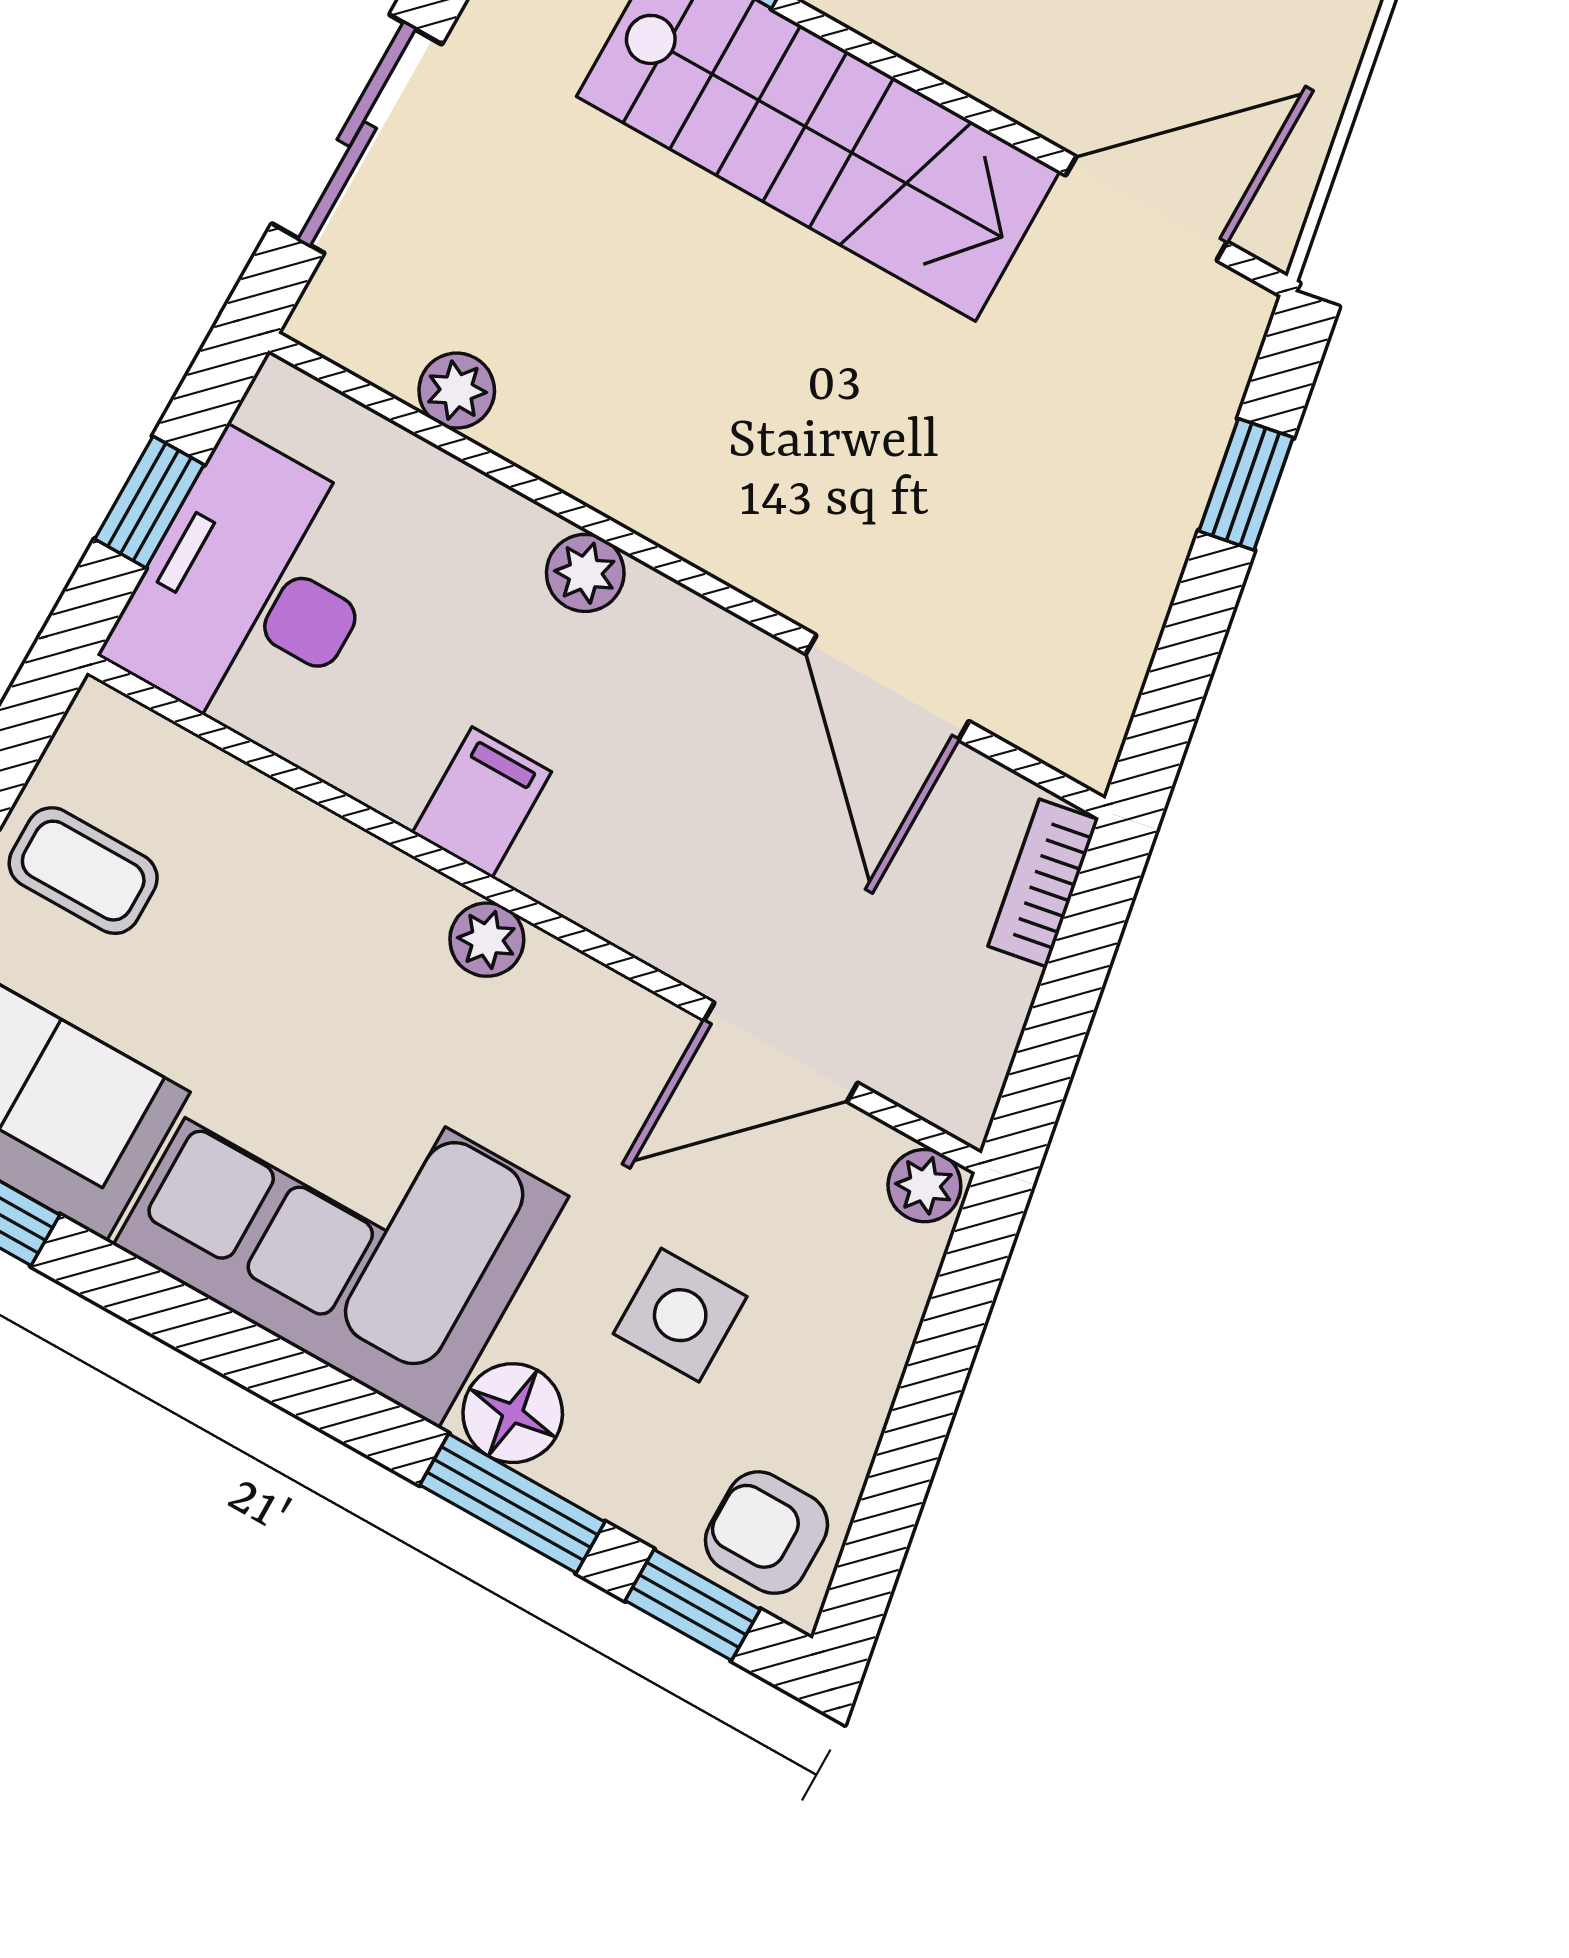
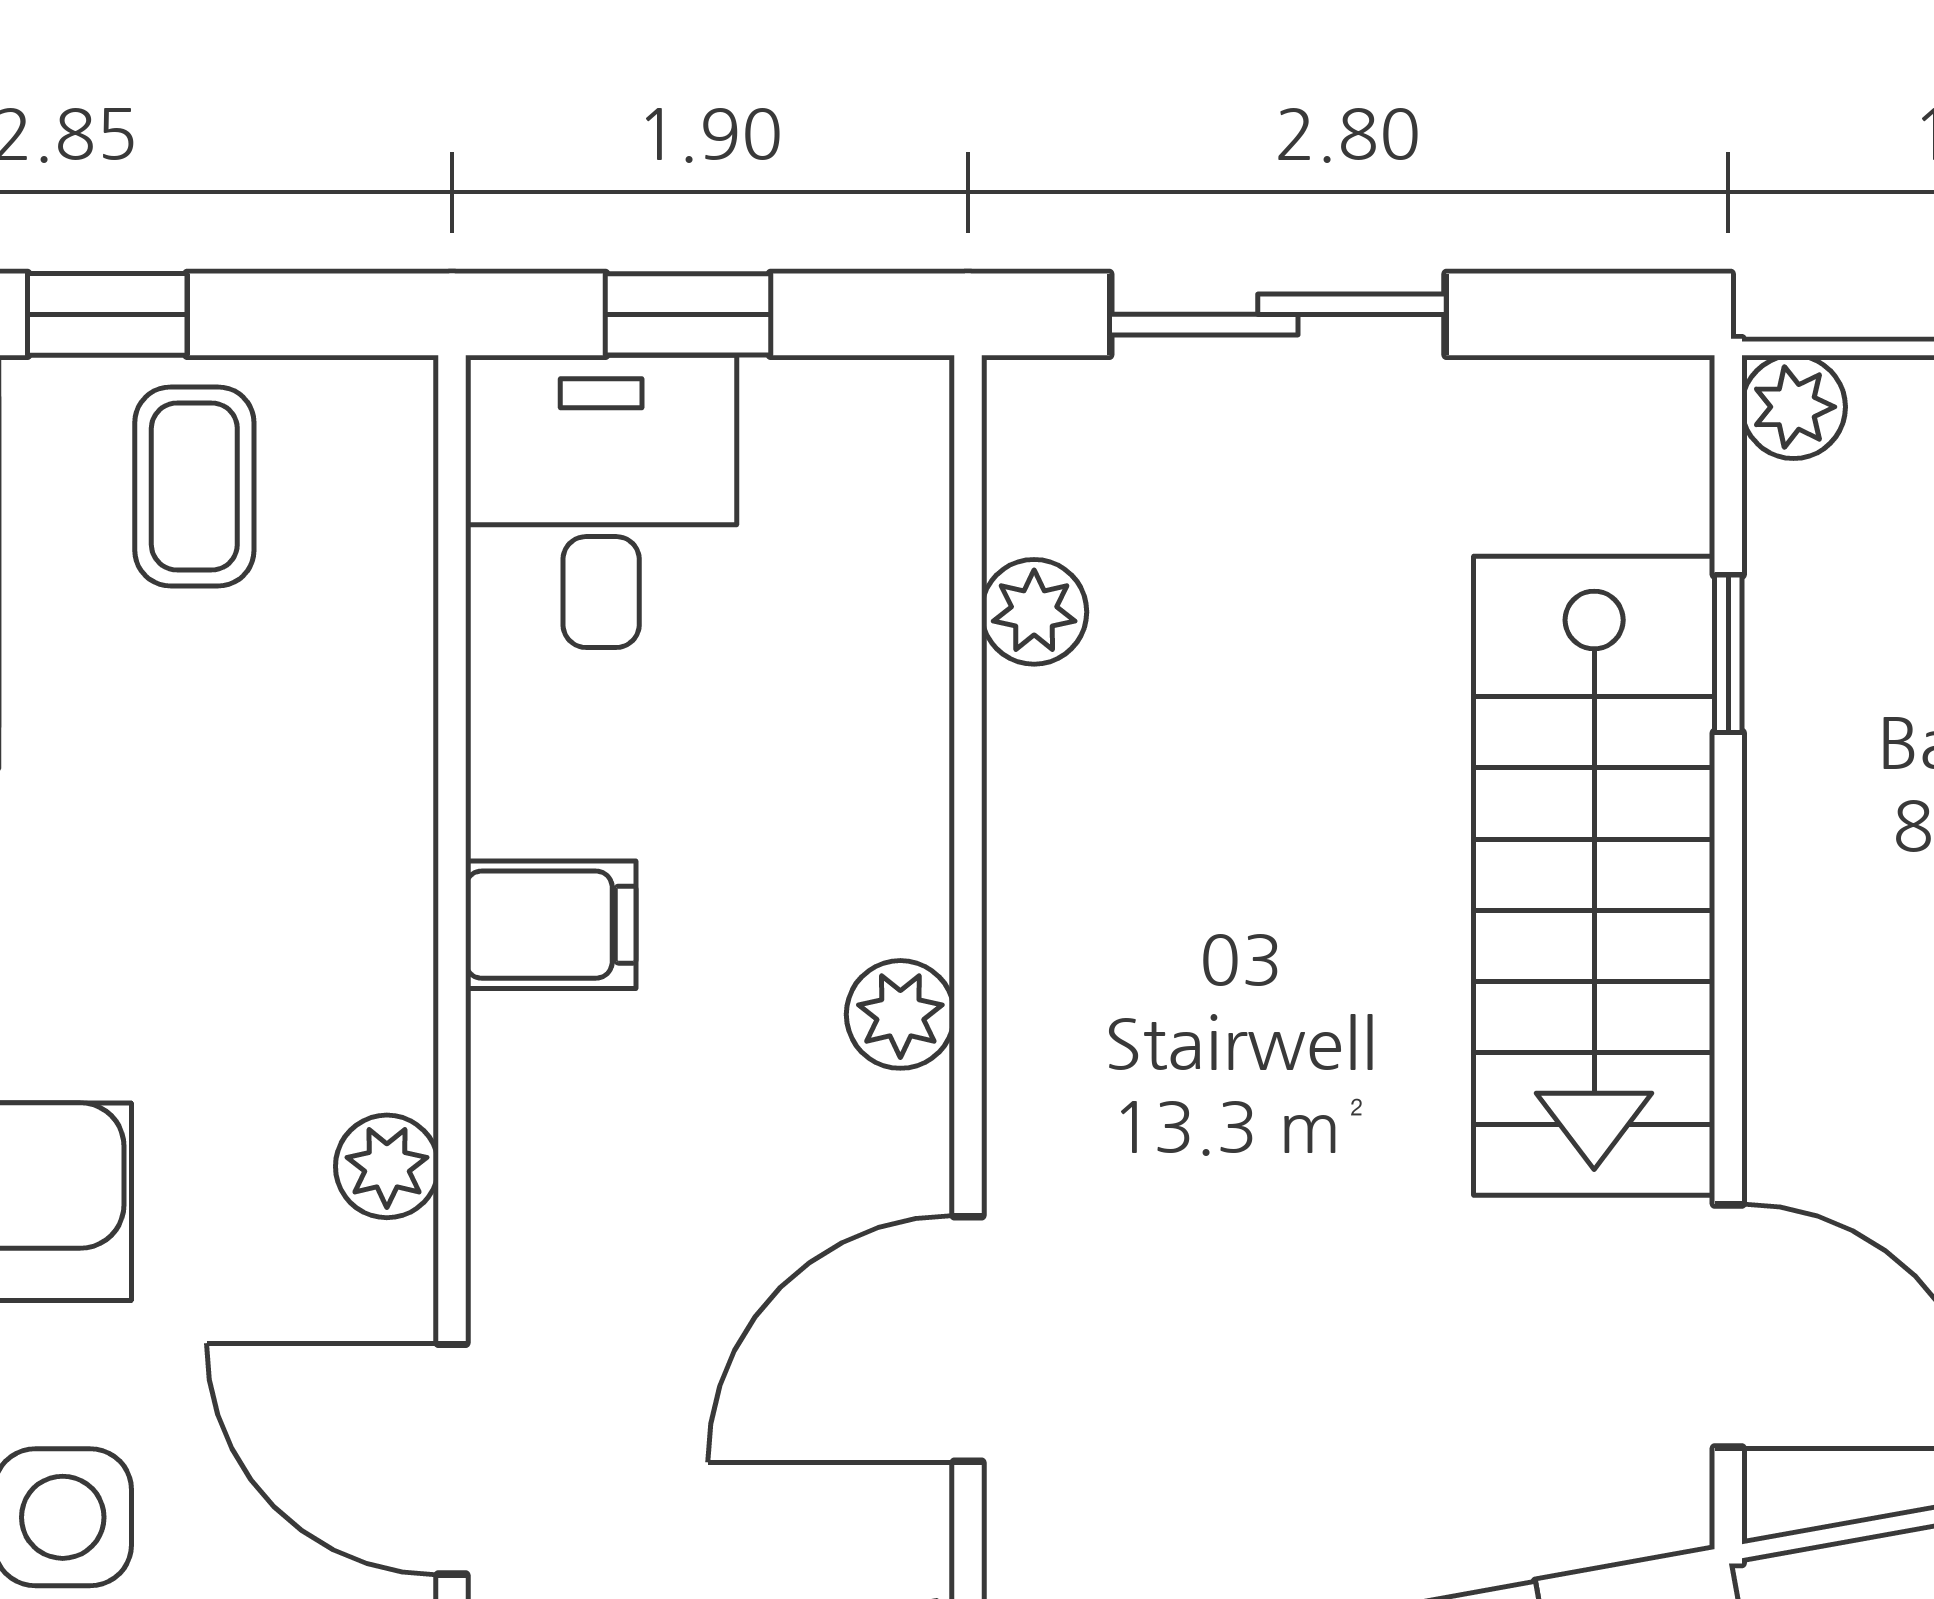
plant: (585, 573) -> (900, 1014), moved
desk: (253, 590) -> (601, 501), width x0.73
plant: (487, 940) -> (387, 1166), moved

